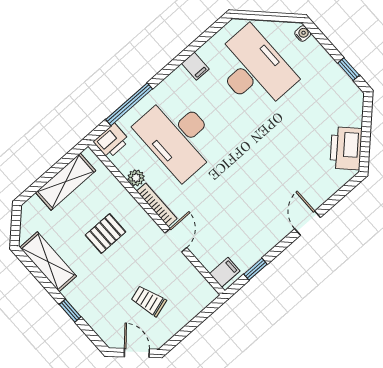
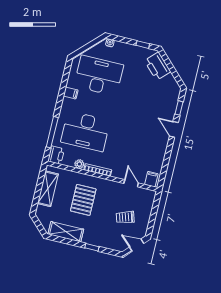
printer: (346, 148) -> (157, 66), moved
pallet: (105, 233) -> (83, 200), width x1.50, depth x1.42
door: (176, 240) -> (131, 183), moved
window: (256, 269) -> (179, 108), moved

